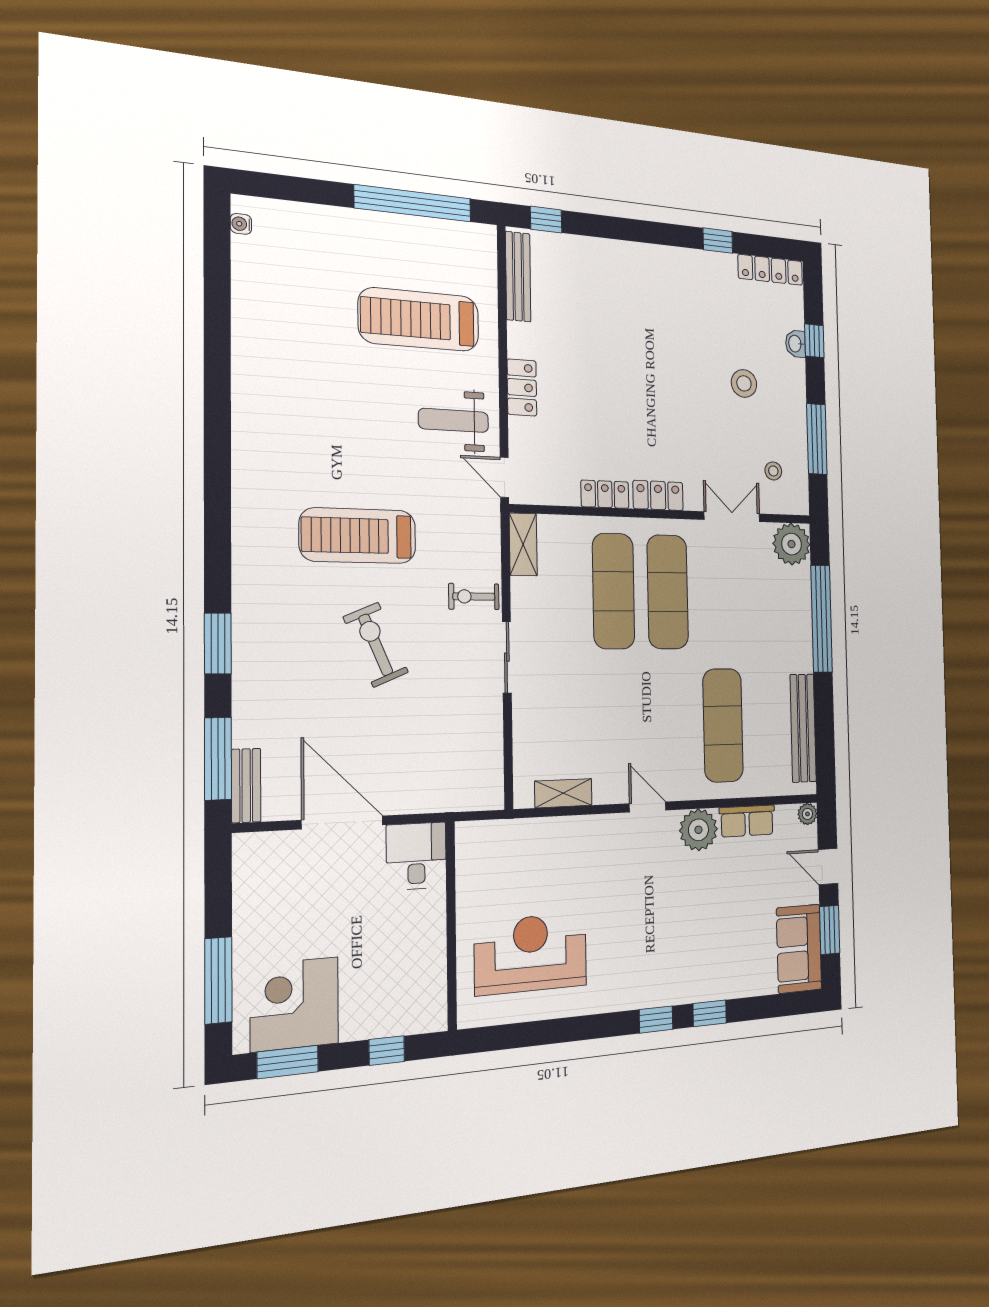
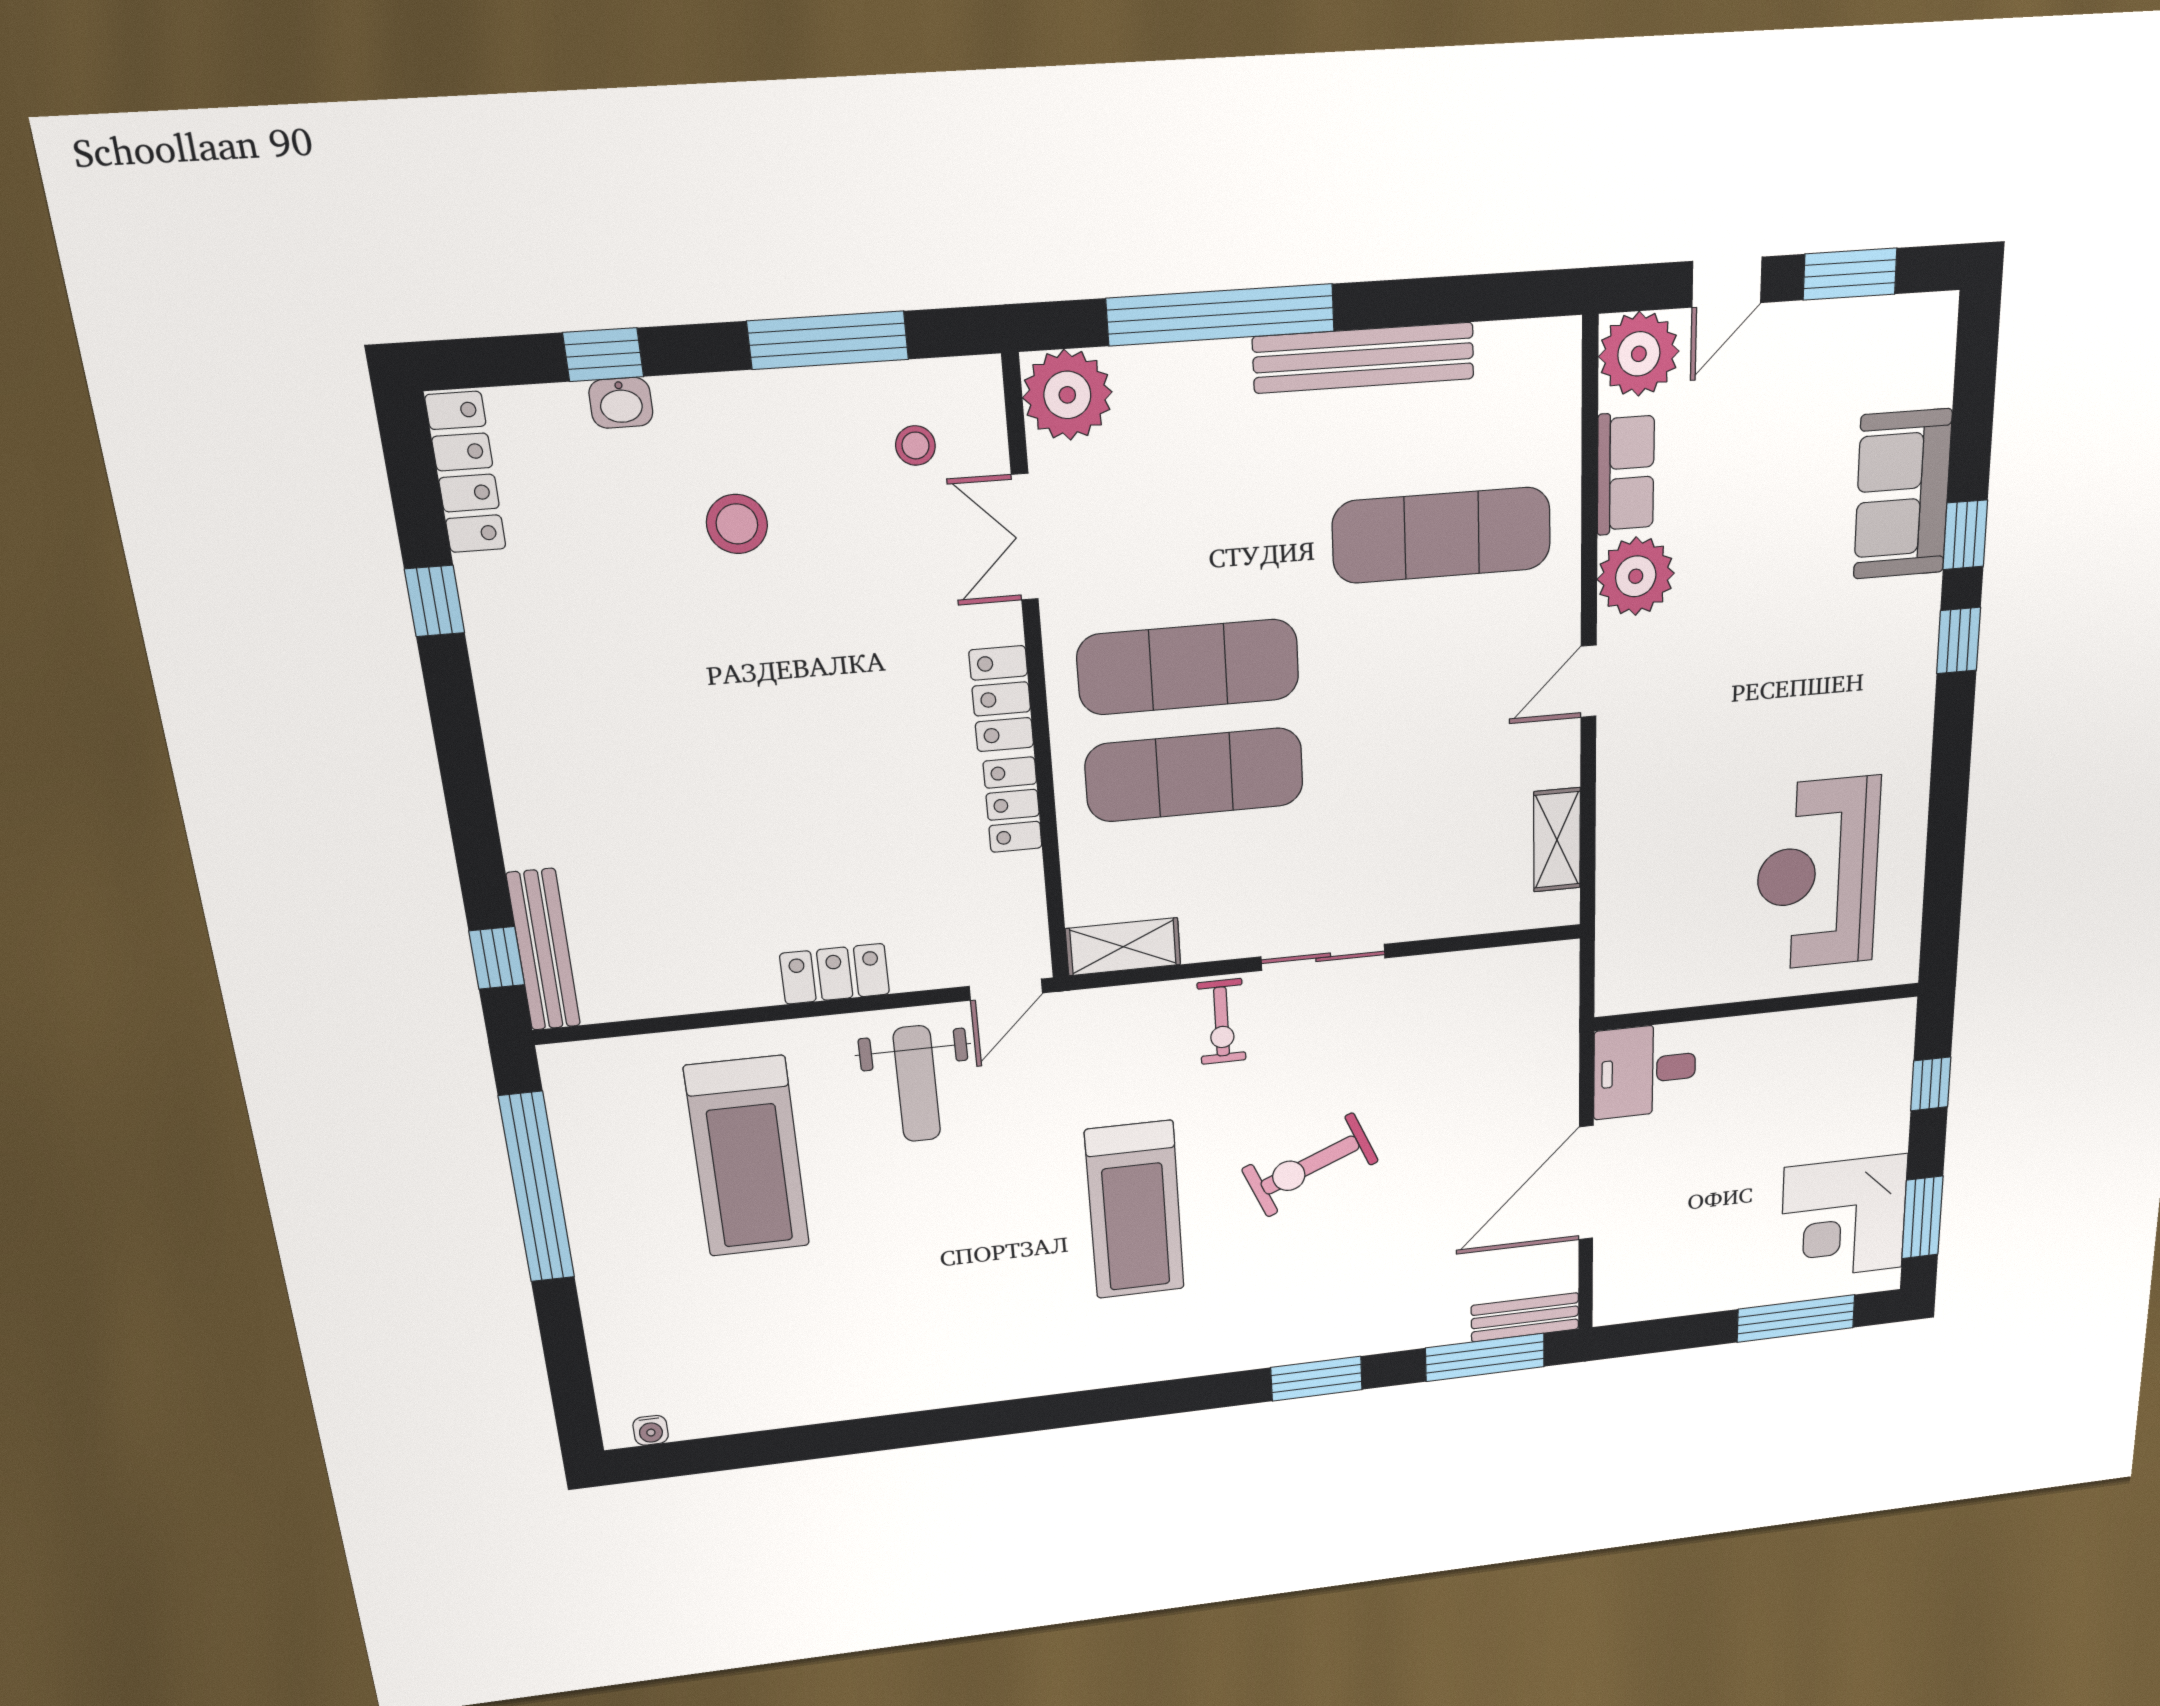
bench: (518, 277) -> (543, 950), moved, turned 90
bench: (803, 728) -> (1364, 358), moved
plant: (807, 814) -> (1639, 354), width x1.88, depth x1.88
sofa: (799, 949) -> (1903, 494), moved, turned 90

